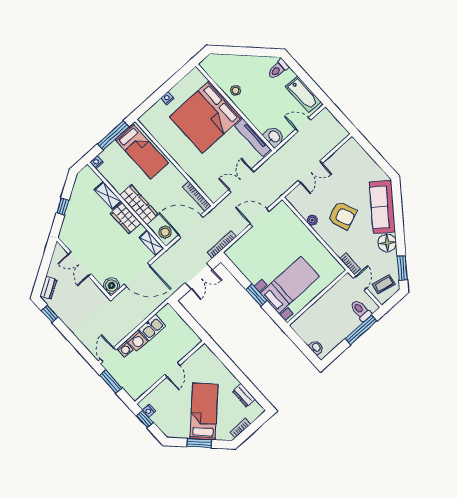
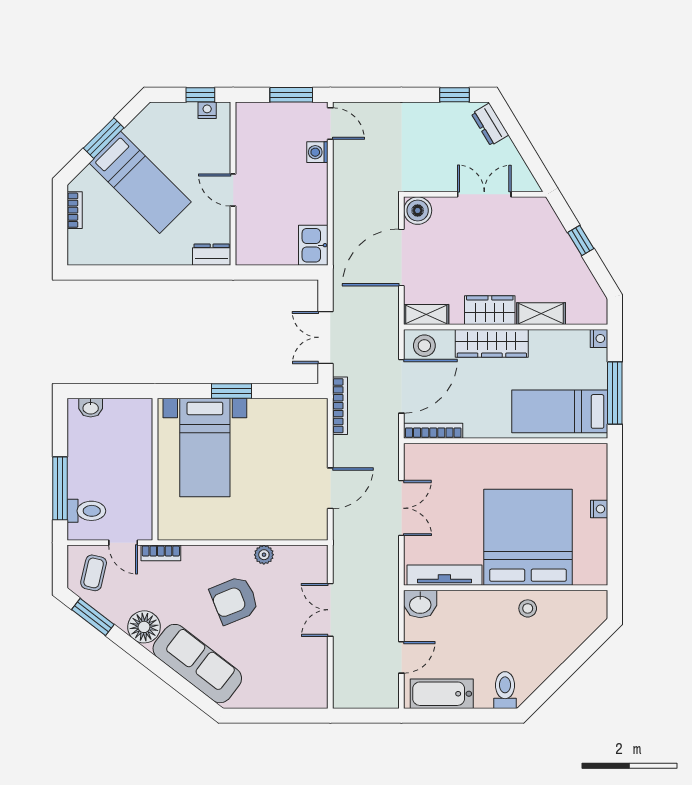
kitchen sink: (152, 328) -> (313, 245), moved
washing machine: (137, 341) -> (314, 178), removed
dresser: (244, 395) -> (212, 255), moved

